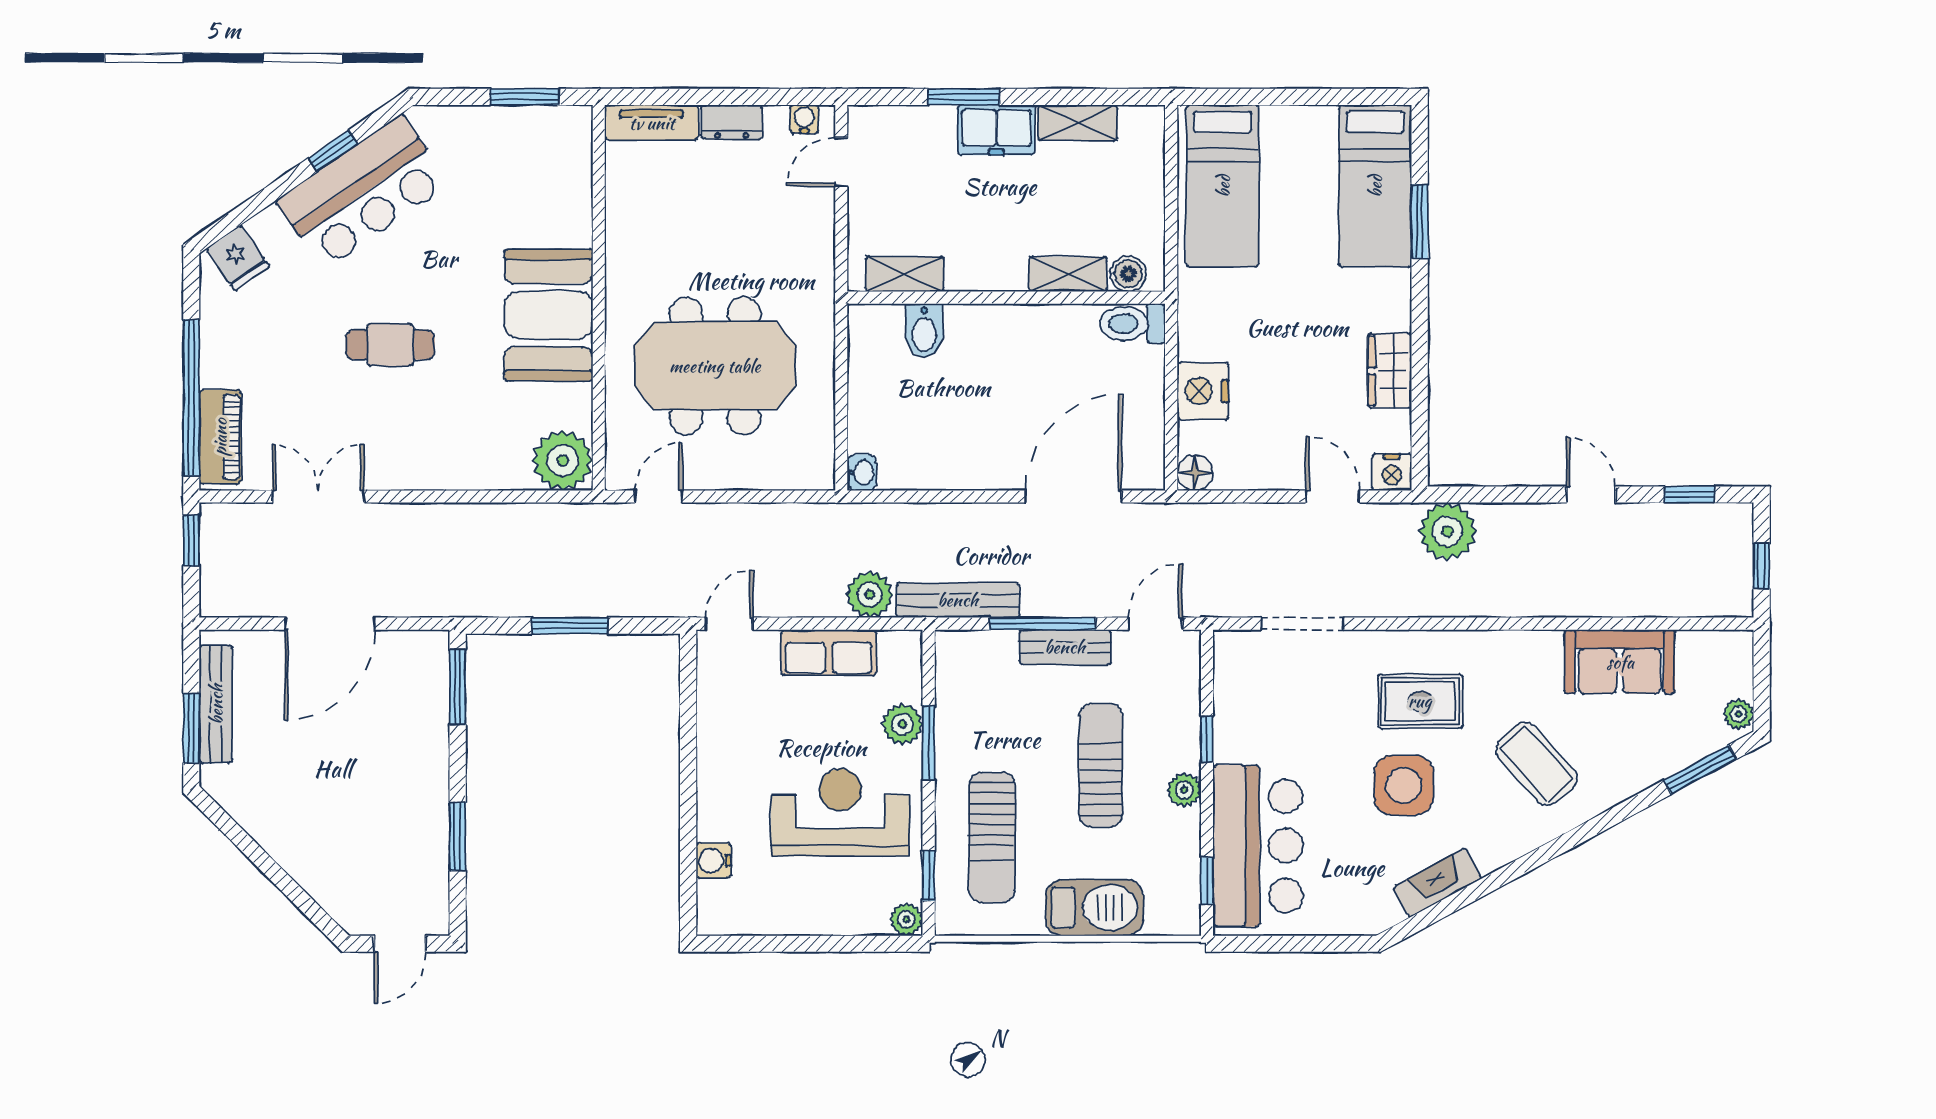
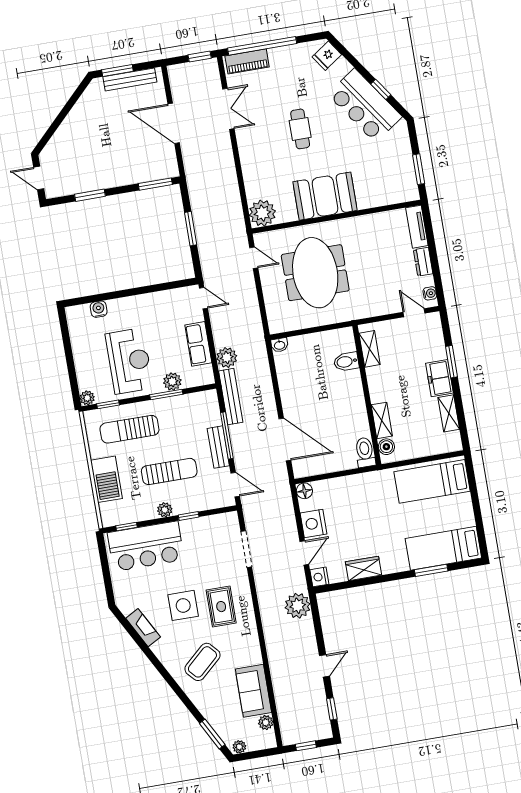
nightstand: (1203, 391) -> (313, 523), moved, turned -90
plant: (1695, 646) -> (266, 723), added

